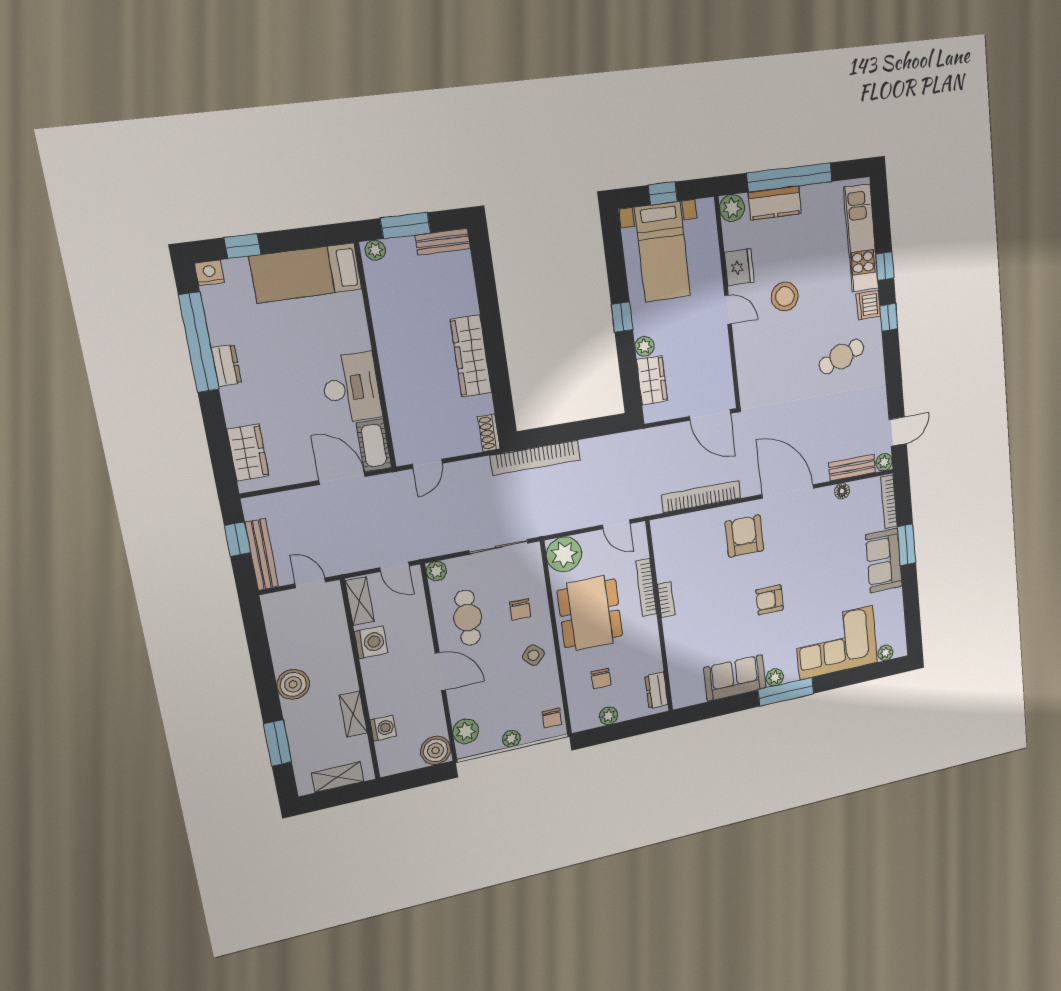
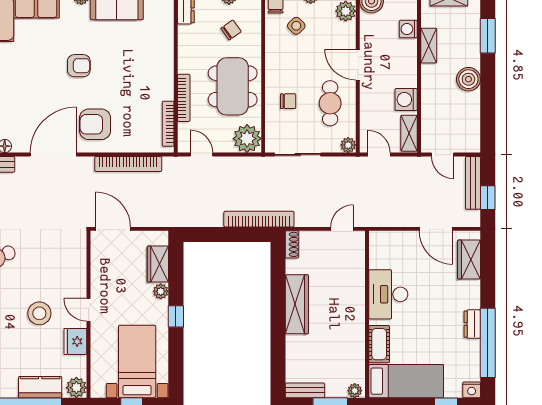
cot: (374, 445) -> (379, 344), moved
door: (342, 478) -> (436, 229), moved
door: (788, 491) -> (53, 155), swing flipped
armchair: (744, 536) -> (95, 124), turned 90
bookcase: (666, 600) -> (168, 124), moved, width x1.56
chair: (520, 609) -> (288, 101), turned 90
side table: (533, 655) -> (296, 26), moved
chair: (601, 679) -> (231, 30), turned 55

